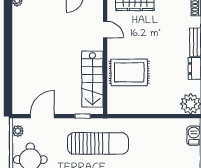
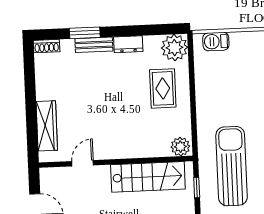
rug: (129, 72) -> (163, 88), moved, width x0.73, depth x0.70
plant: (114, 105) -> (180, 147), added

